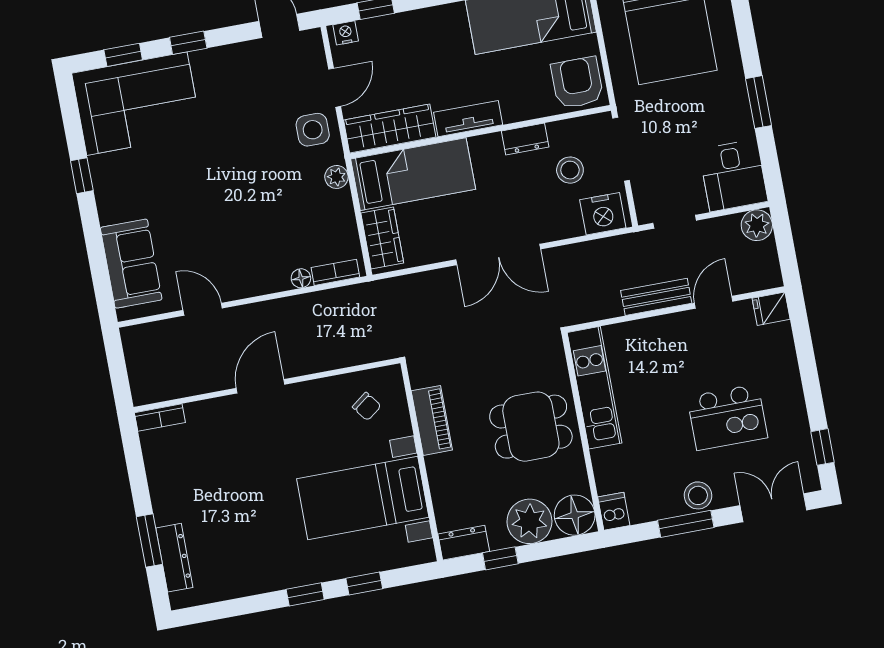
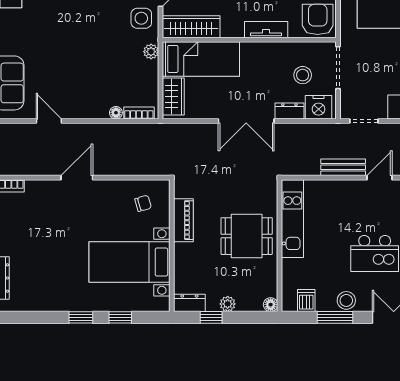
tv unit: (468, 119) -> (266, 30), moved
dresser: (525, 139) -> (289, 111), moved, turned 180
chair: (367, 406) -> (143, 203), turned -69
dishwasher: (614, 511) -> (306, 301), moved
floor lamp: (575, 515) -> (271, 305), width x0.53, depth x0.53
plant: (529, 521) -> (228, 304), width x0.53, depth x0.53

